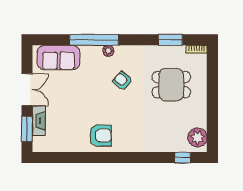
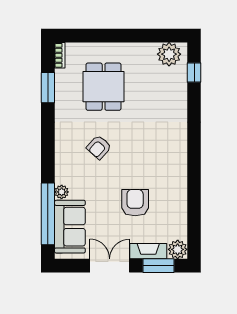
window: (94, 40) -> (48, 214), moved
plant: (108, 51) -> (62, 192), moved
armchair: (101, 135) -> (135, 203), moved
plant: (40, 144) -> (178, 249), added

